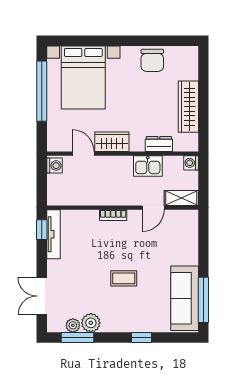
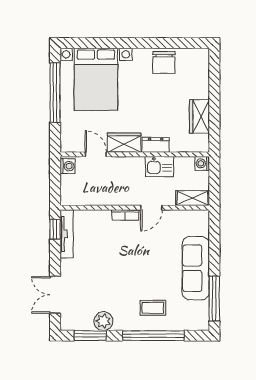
wardrobe: (188, 107) -> (199, 116), width x0.67
dresser: (159, 144) -> (156, 145), moved
door: (153, 208) -> (151, 208), moved
coffee table: (124, 278) -> (153, 308), moved
sofa: (185, 298) -> (196, 268), moved
plant: (73, 325) -> (86, 324), removed
window: (141, 337) -> (153, 336), width x3.17

